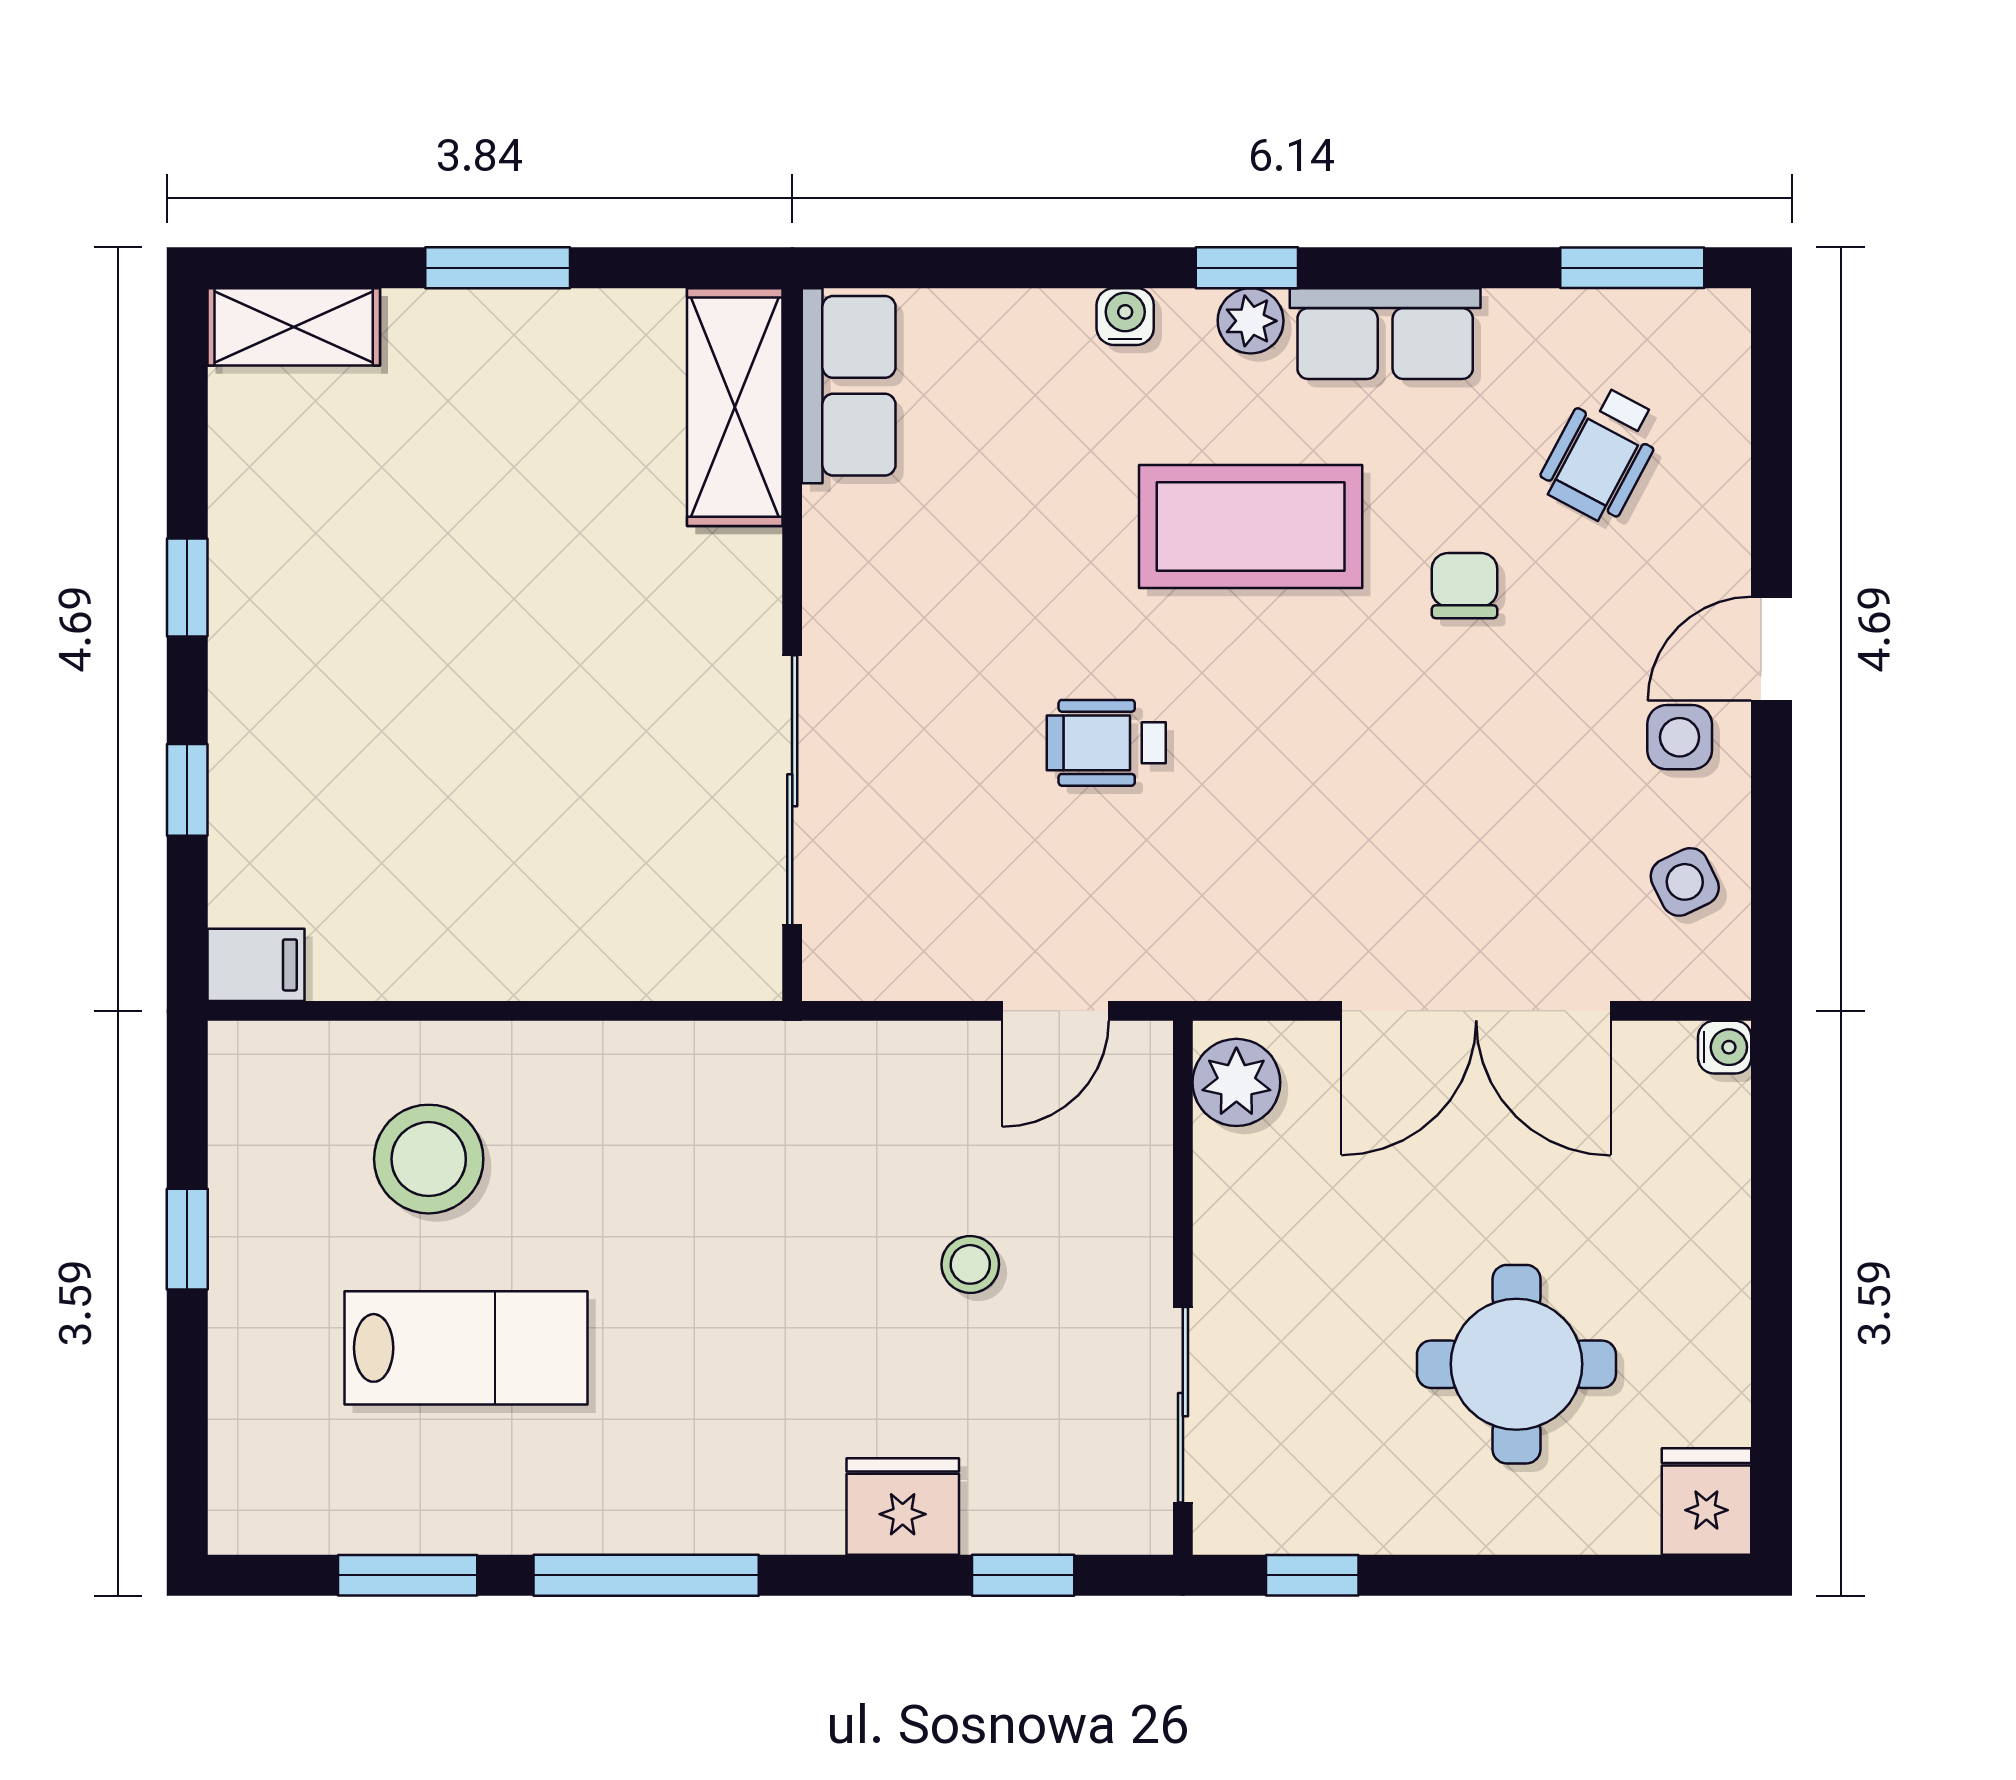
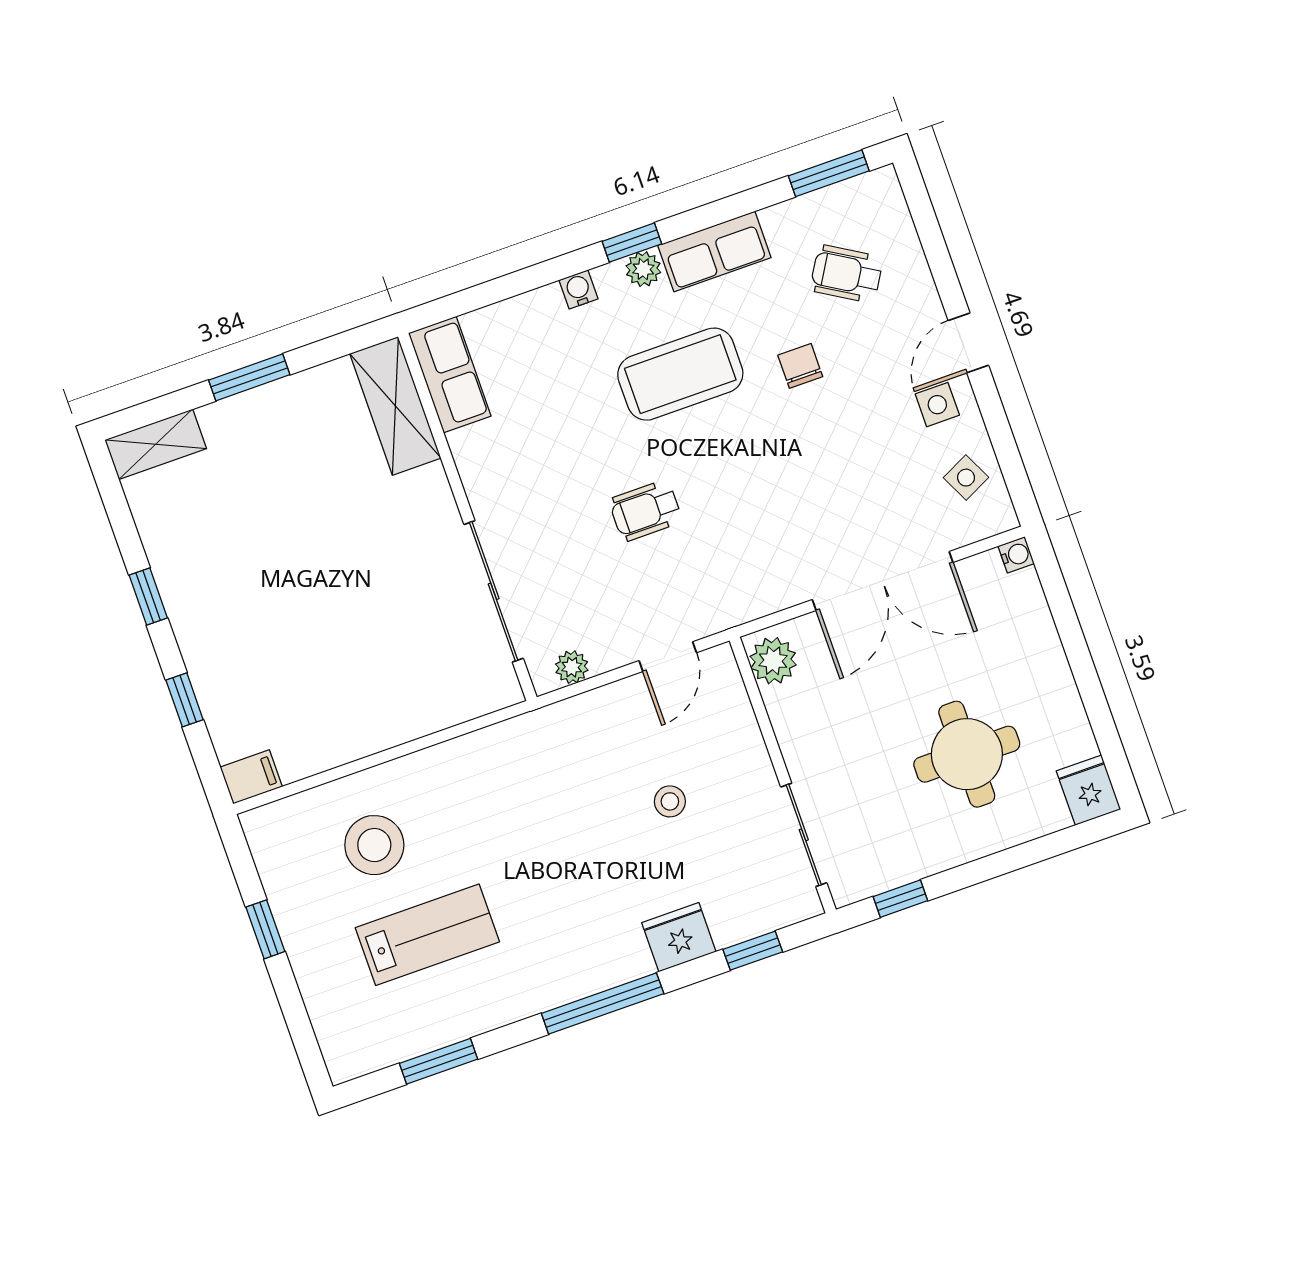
wheelchair: (1601, 454) -> (846, 274), turned 93
plant: (882, 970) -> (572, 667), added
window: (646, 1575) -> (603, 1004), moved

